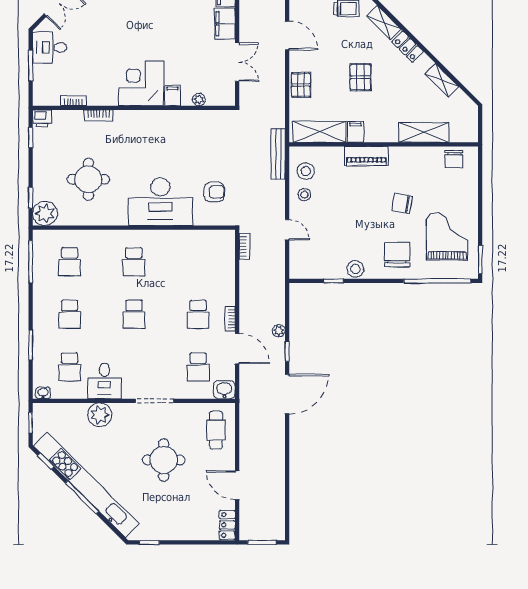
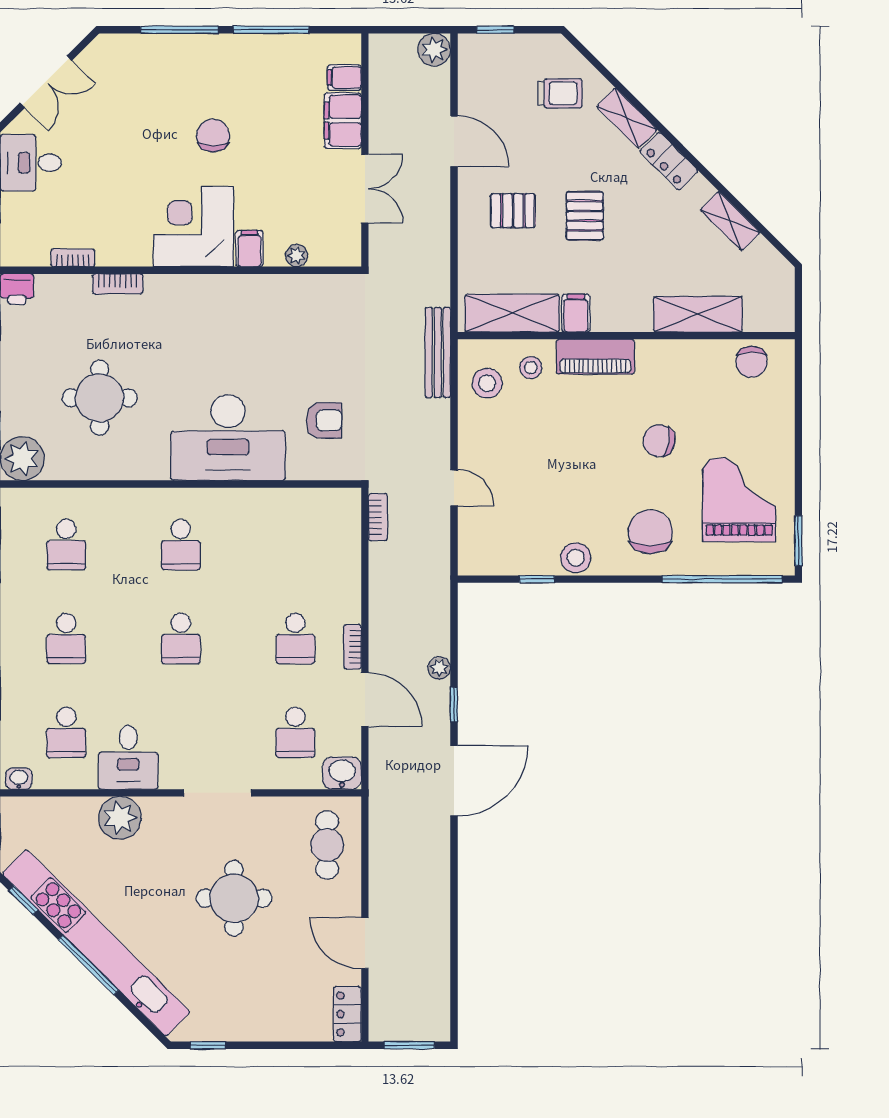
chair: (152, 32) -> (213, 136), added
pallet: (301, 85) -> (513, 211), moved, turned 90
stool: (304, 195) -> (531, 368), moved

